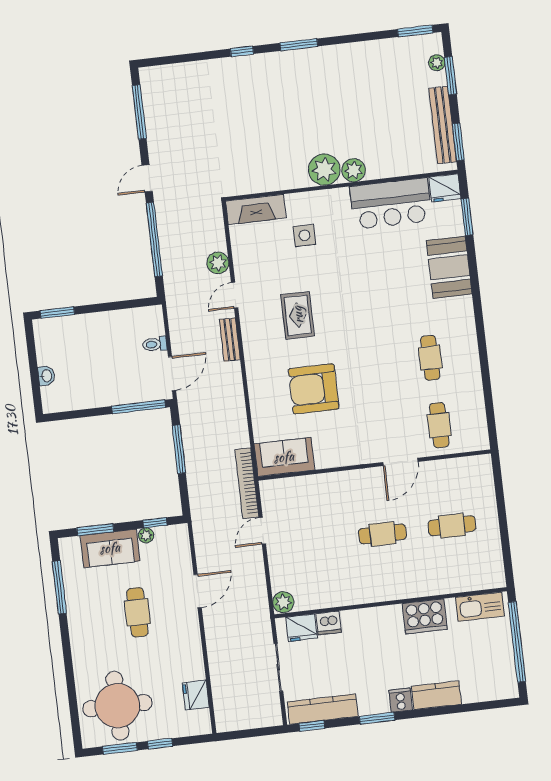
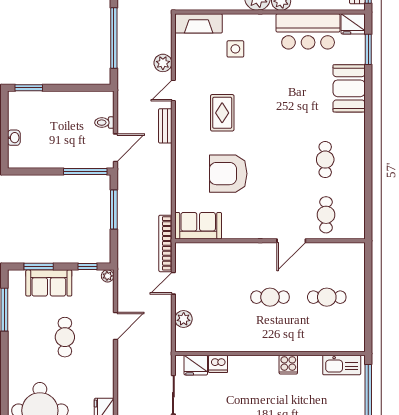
plant: (146, 535) -> (108, 276), moved
plant: (283, 602) -> (184, 319), moved
cooker: (425, 616) -> (288, 365), width x0.53, depth x0.76

